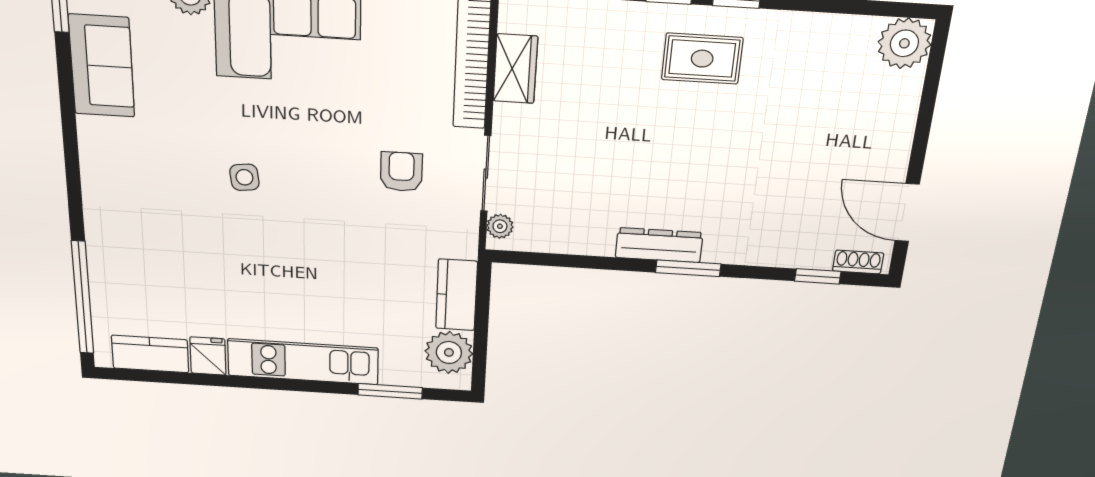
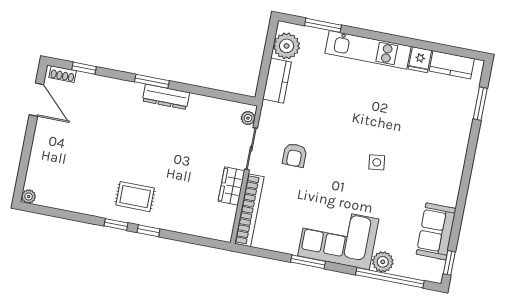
plant: (904, 43) -> (29, 197), width x0.53, depth x0.53
wardrobe: (515, 69) -> (231, 186), moved
window: (83, 298) -> (480, 104), width x0.47

